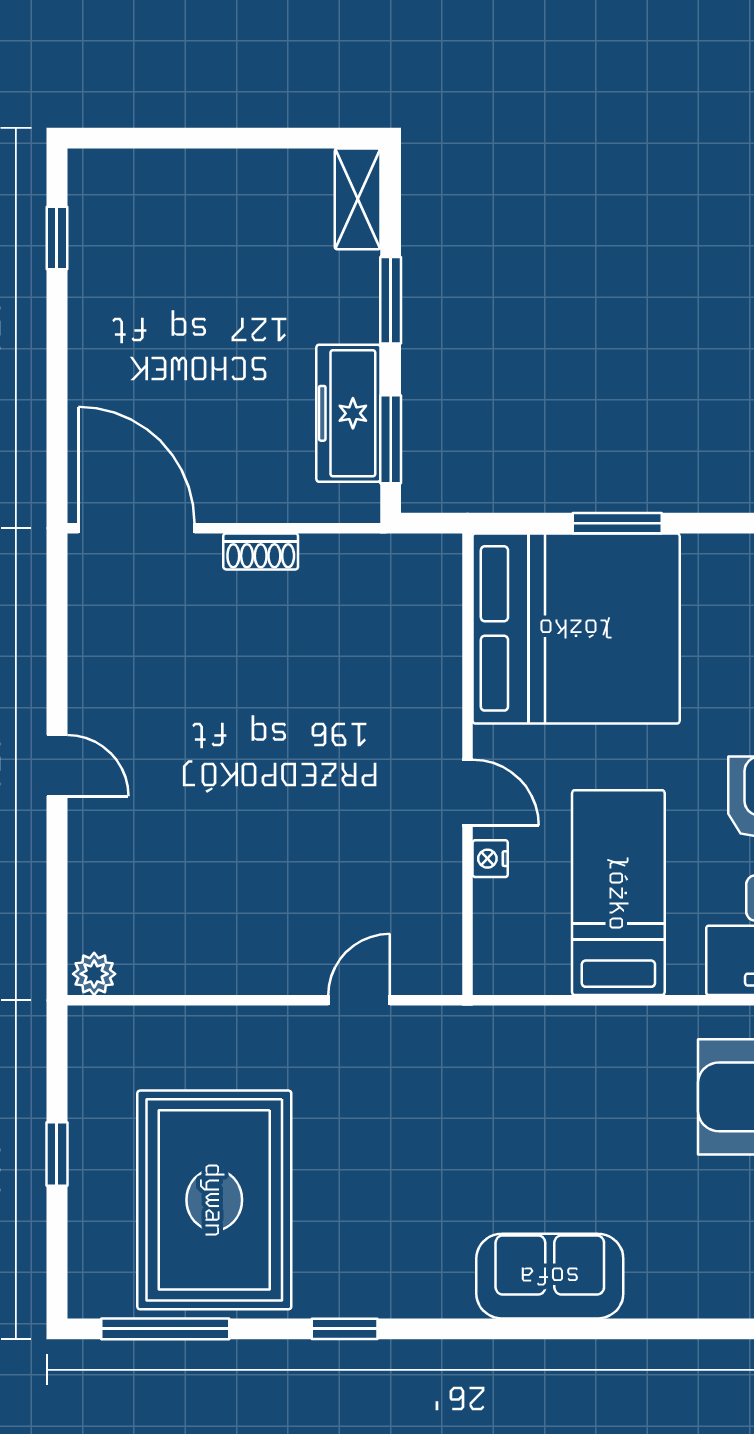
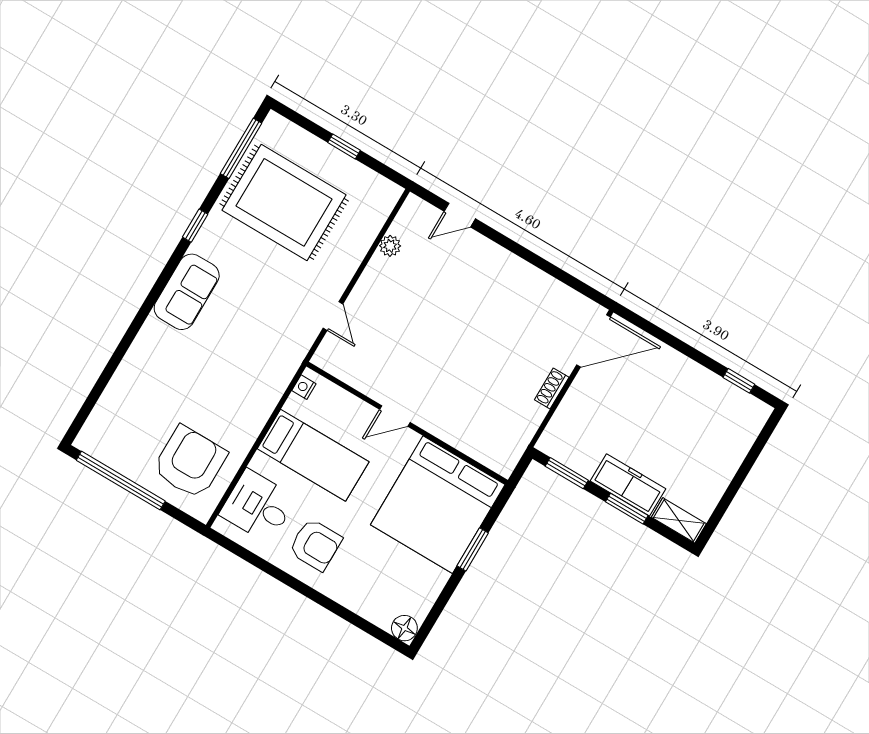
freezer: (348, 413) -> (628, 485), moved
door: (57, 766) -> (460, 215), moved
nightstand: (490, 859) -> (304, 387), moved, turned -90
plant: (94, 974) -> (390, 246), moved
sofa: (550, 1276) -> (187, 292), moved

